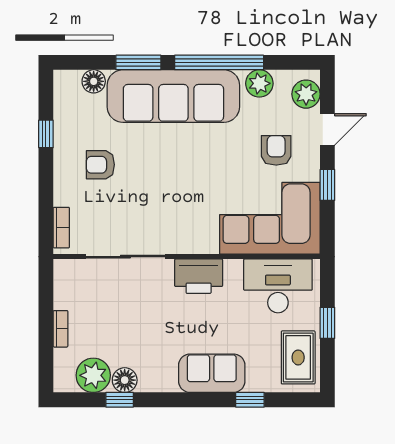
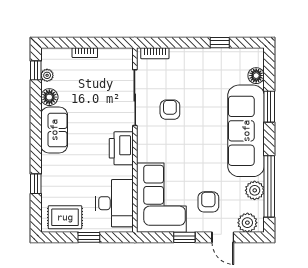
window: (219, 62) -> (269, 186), moved
armchair: (276, 150) -> (208, 202), turned -90
armchair: (100, 165) -> (170, 110), moved
sofa: (212, 373) -> (54, 130), moved
plant: (93, 375) -> (47, 75), width x0.53, depth x0.53
window: (120, 400) -> (36, 70), moved

